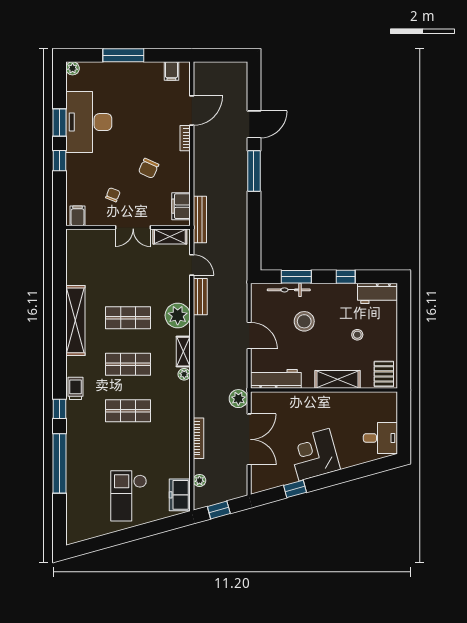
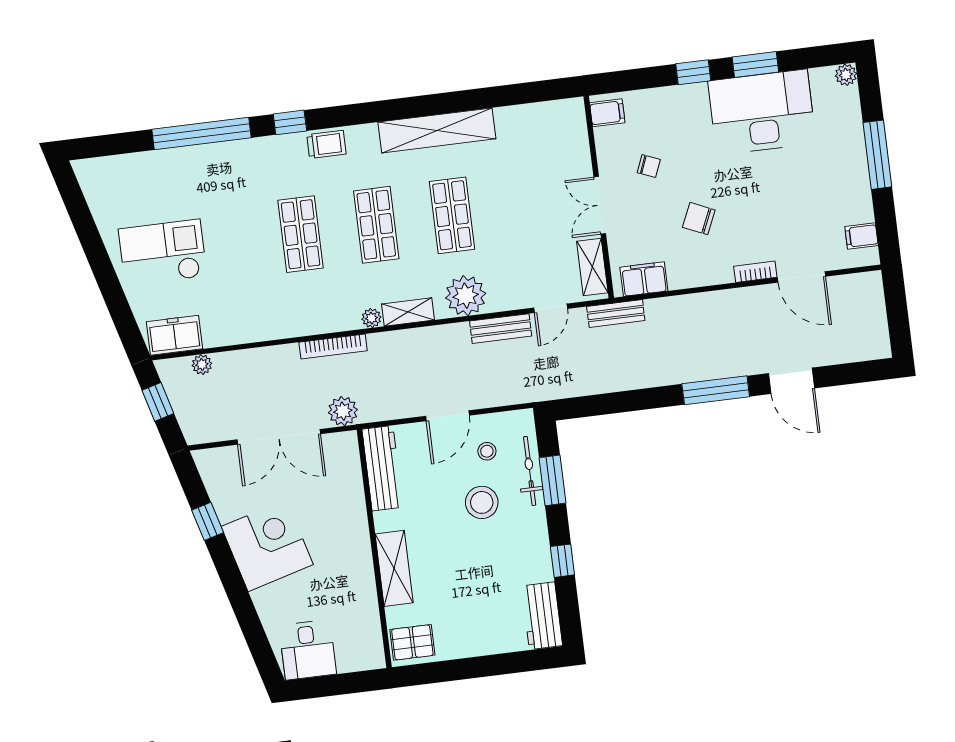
bench: (200, 220) -> (616, 314), width x0.73
stool: (357, 335) -> (487, 451), moved
bookcase: (199, 438) -> (333, 347), moved

